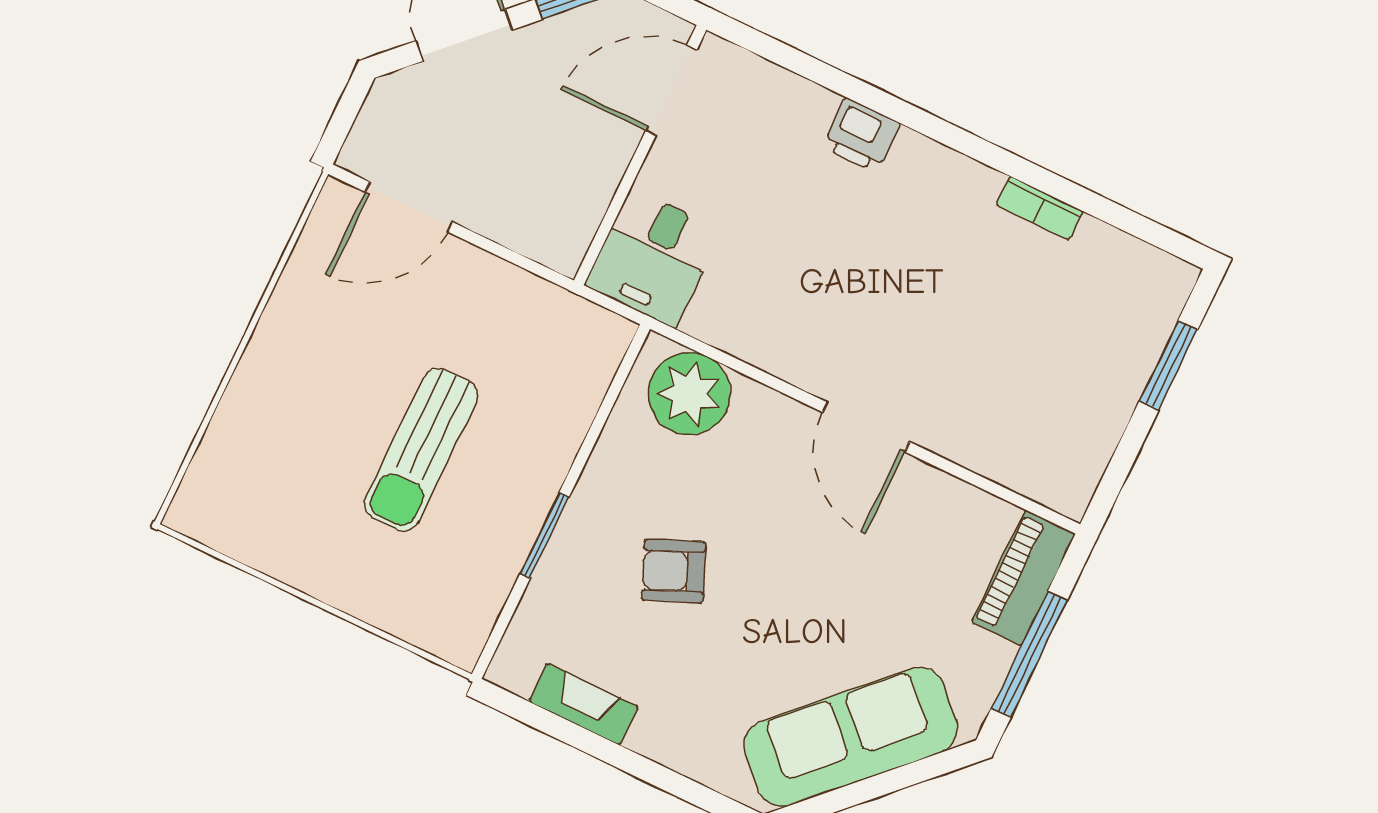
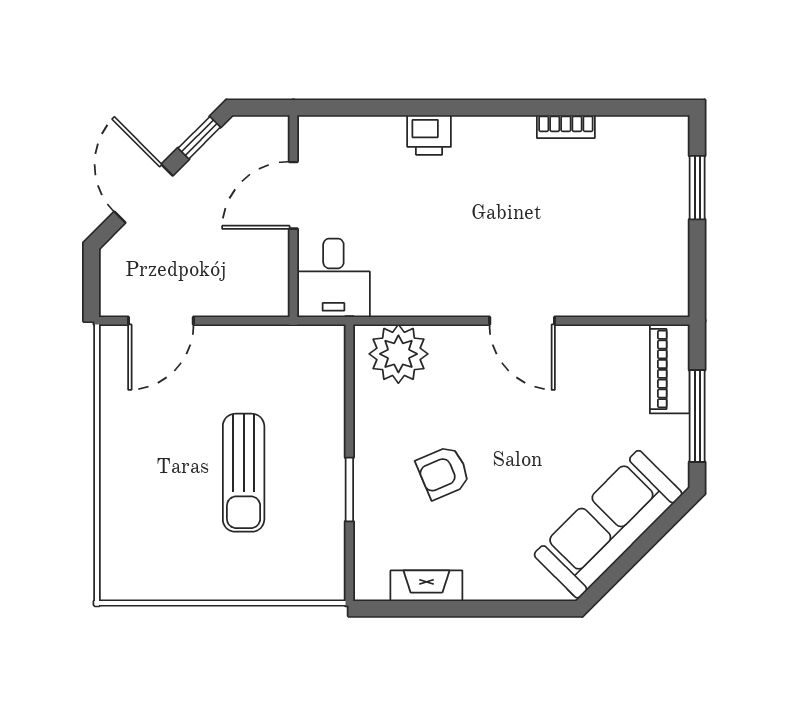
door: (671, 90) -> (293, 195), moved

